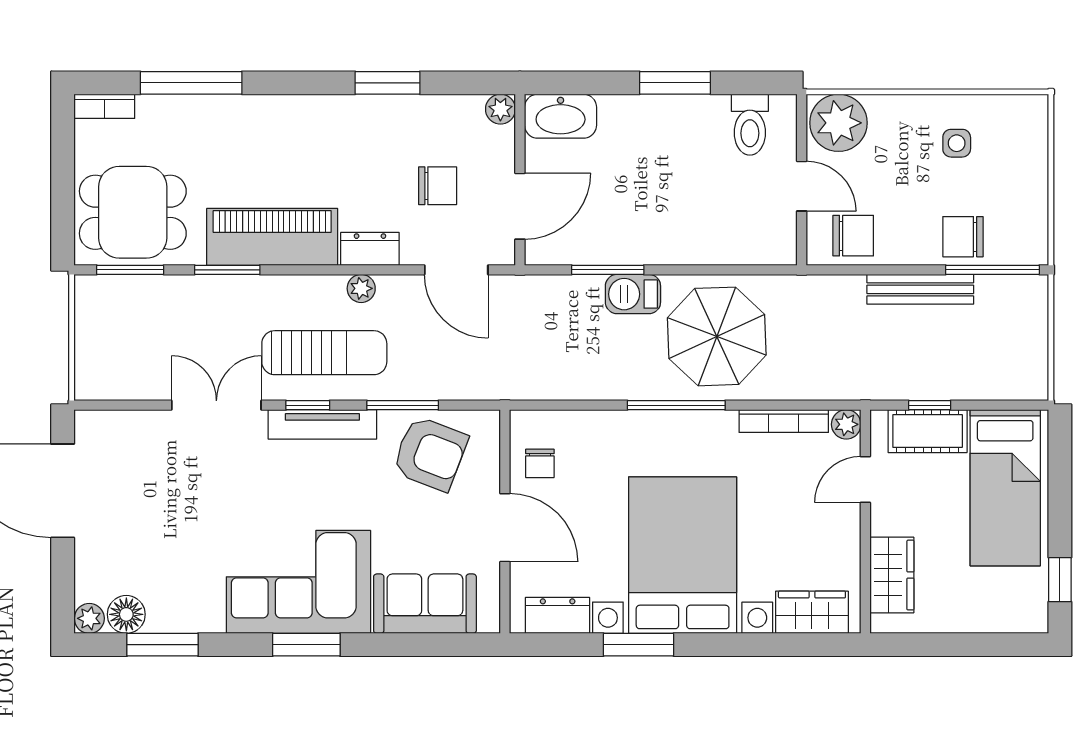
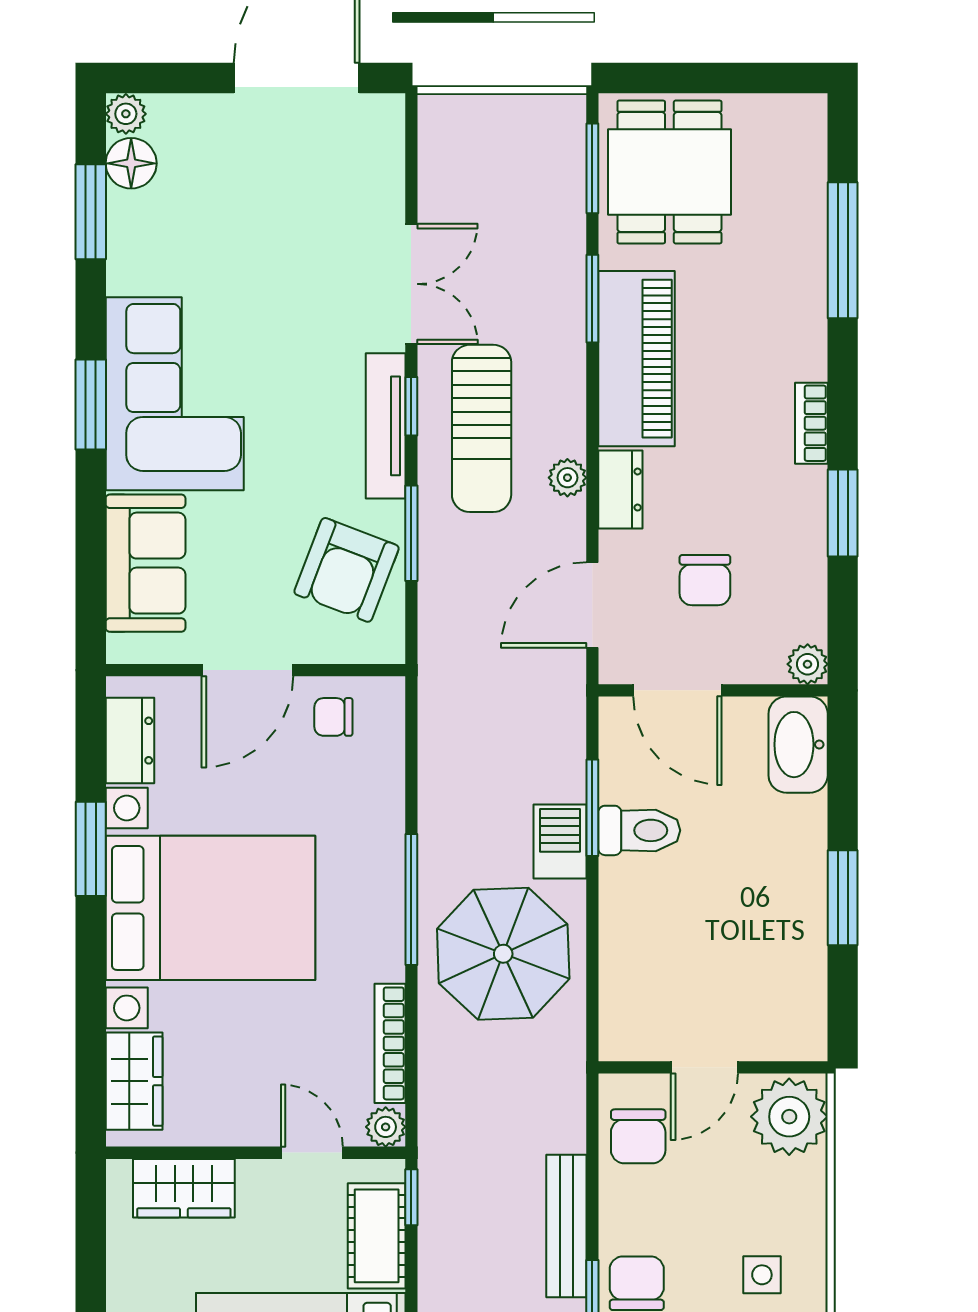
bookcase: (104, 106) -> (811, 423), moved
toilet: (750, 125) -> (639, 830), moved, turned 180
window: (930, 405) -> (411, 1197), moved

